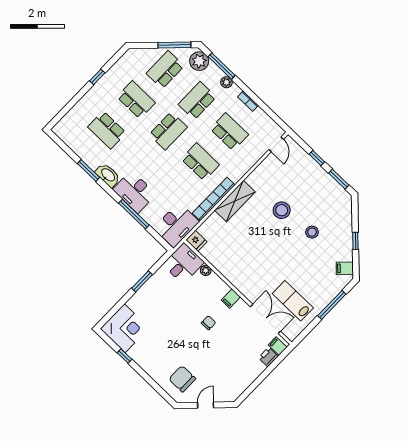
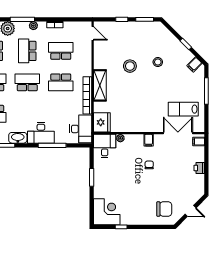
school desk: (168, 131) -> (27, 82), turned -90
school desk: (200, 162) -> (61, 82), turned 180
fridge: (196, 241) -> (102, 122), width x1.88, depth x1.34
printer: (268, 357) -> (199, 168), moved
chair: (182, 379) -> (164, 209), turned 180
door: (206, 405) -> (191, 211), swing flipped

